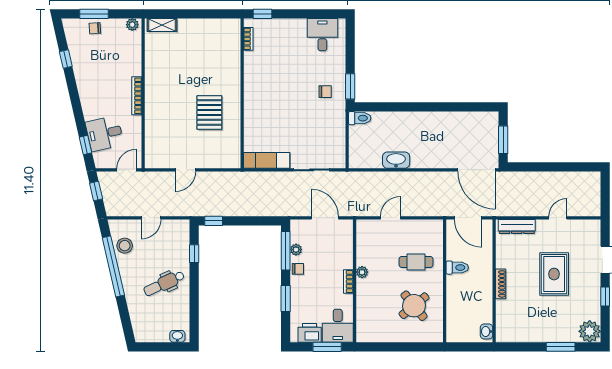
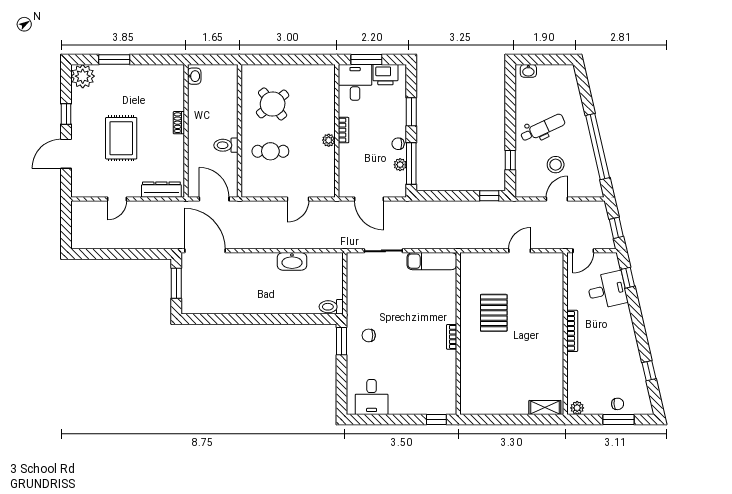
bookcase: (248, 39) -> (452, 337), moved
stool: (125, 246) -> (556, 165), moved
shoe rack: (501, 284) -> (179, 123), width x0.70

